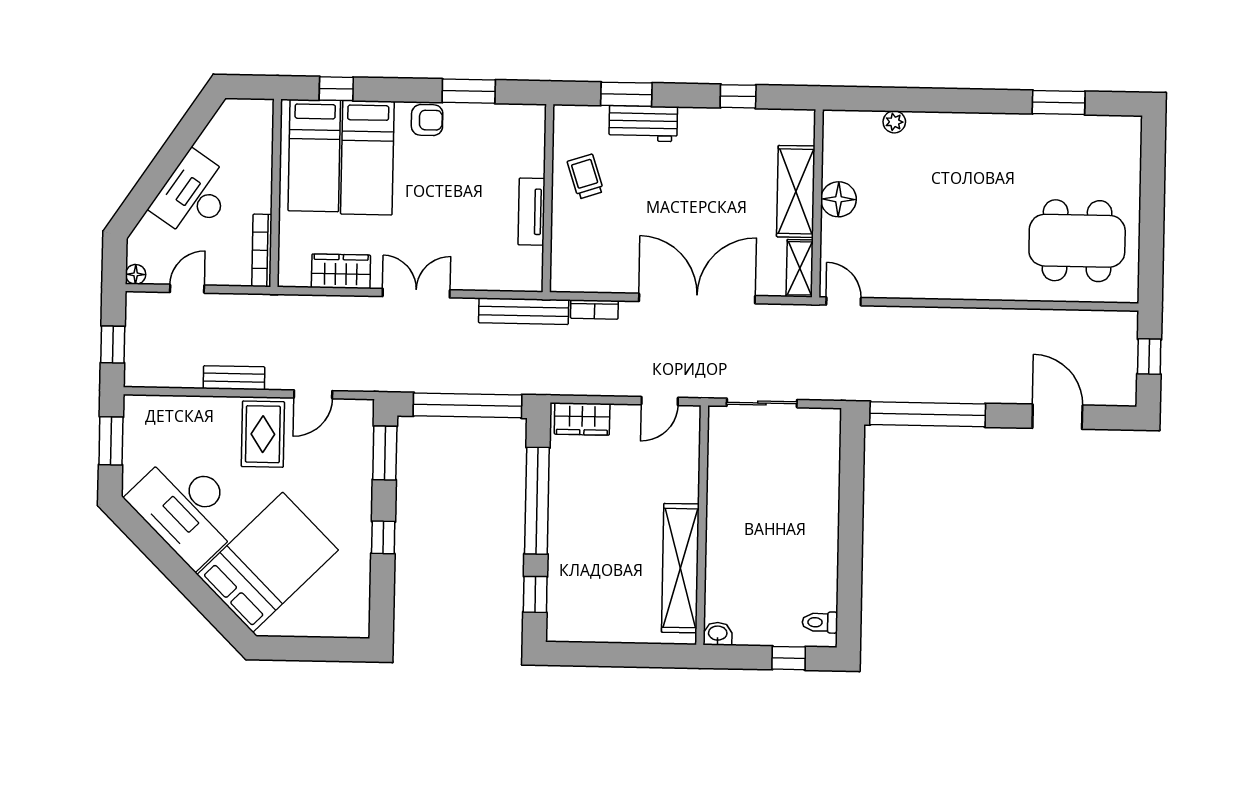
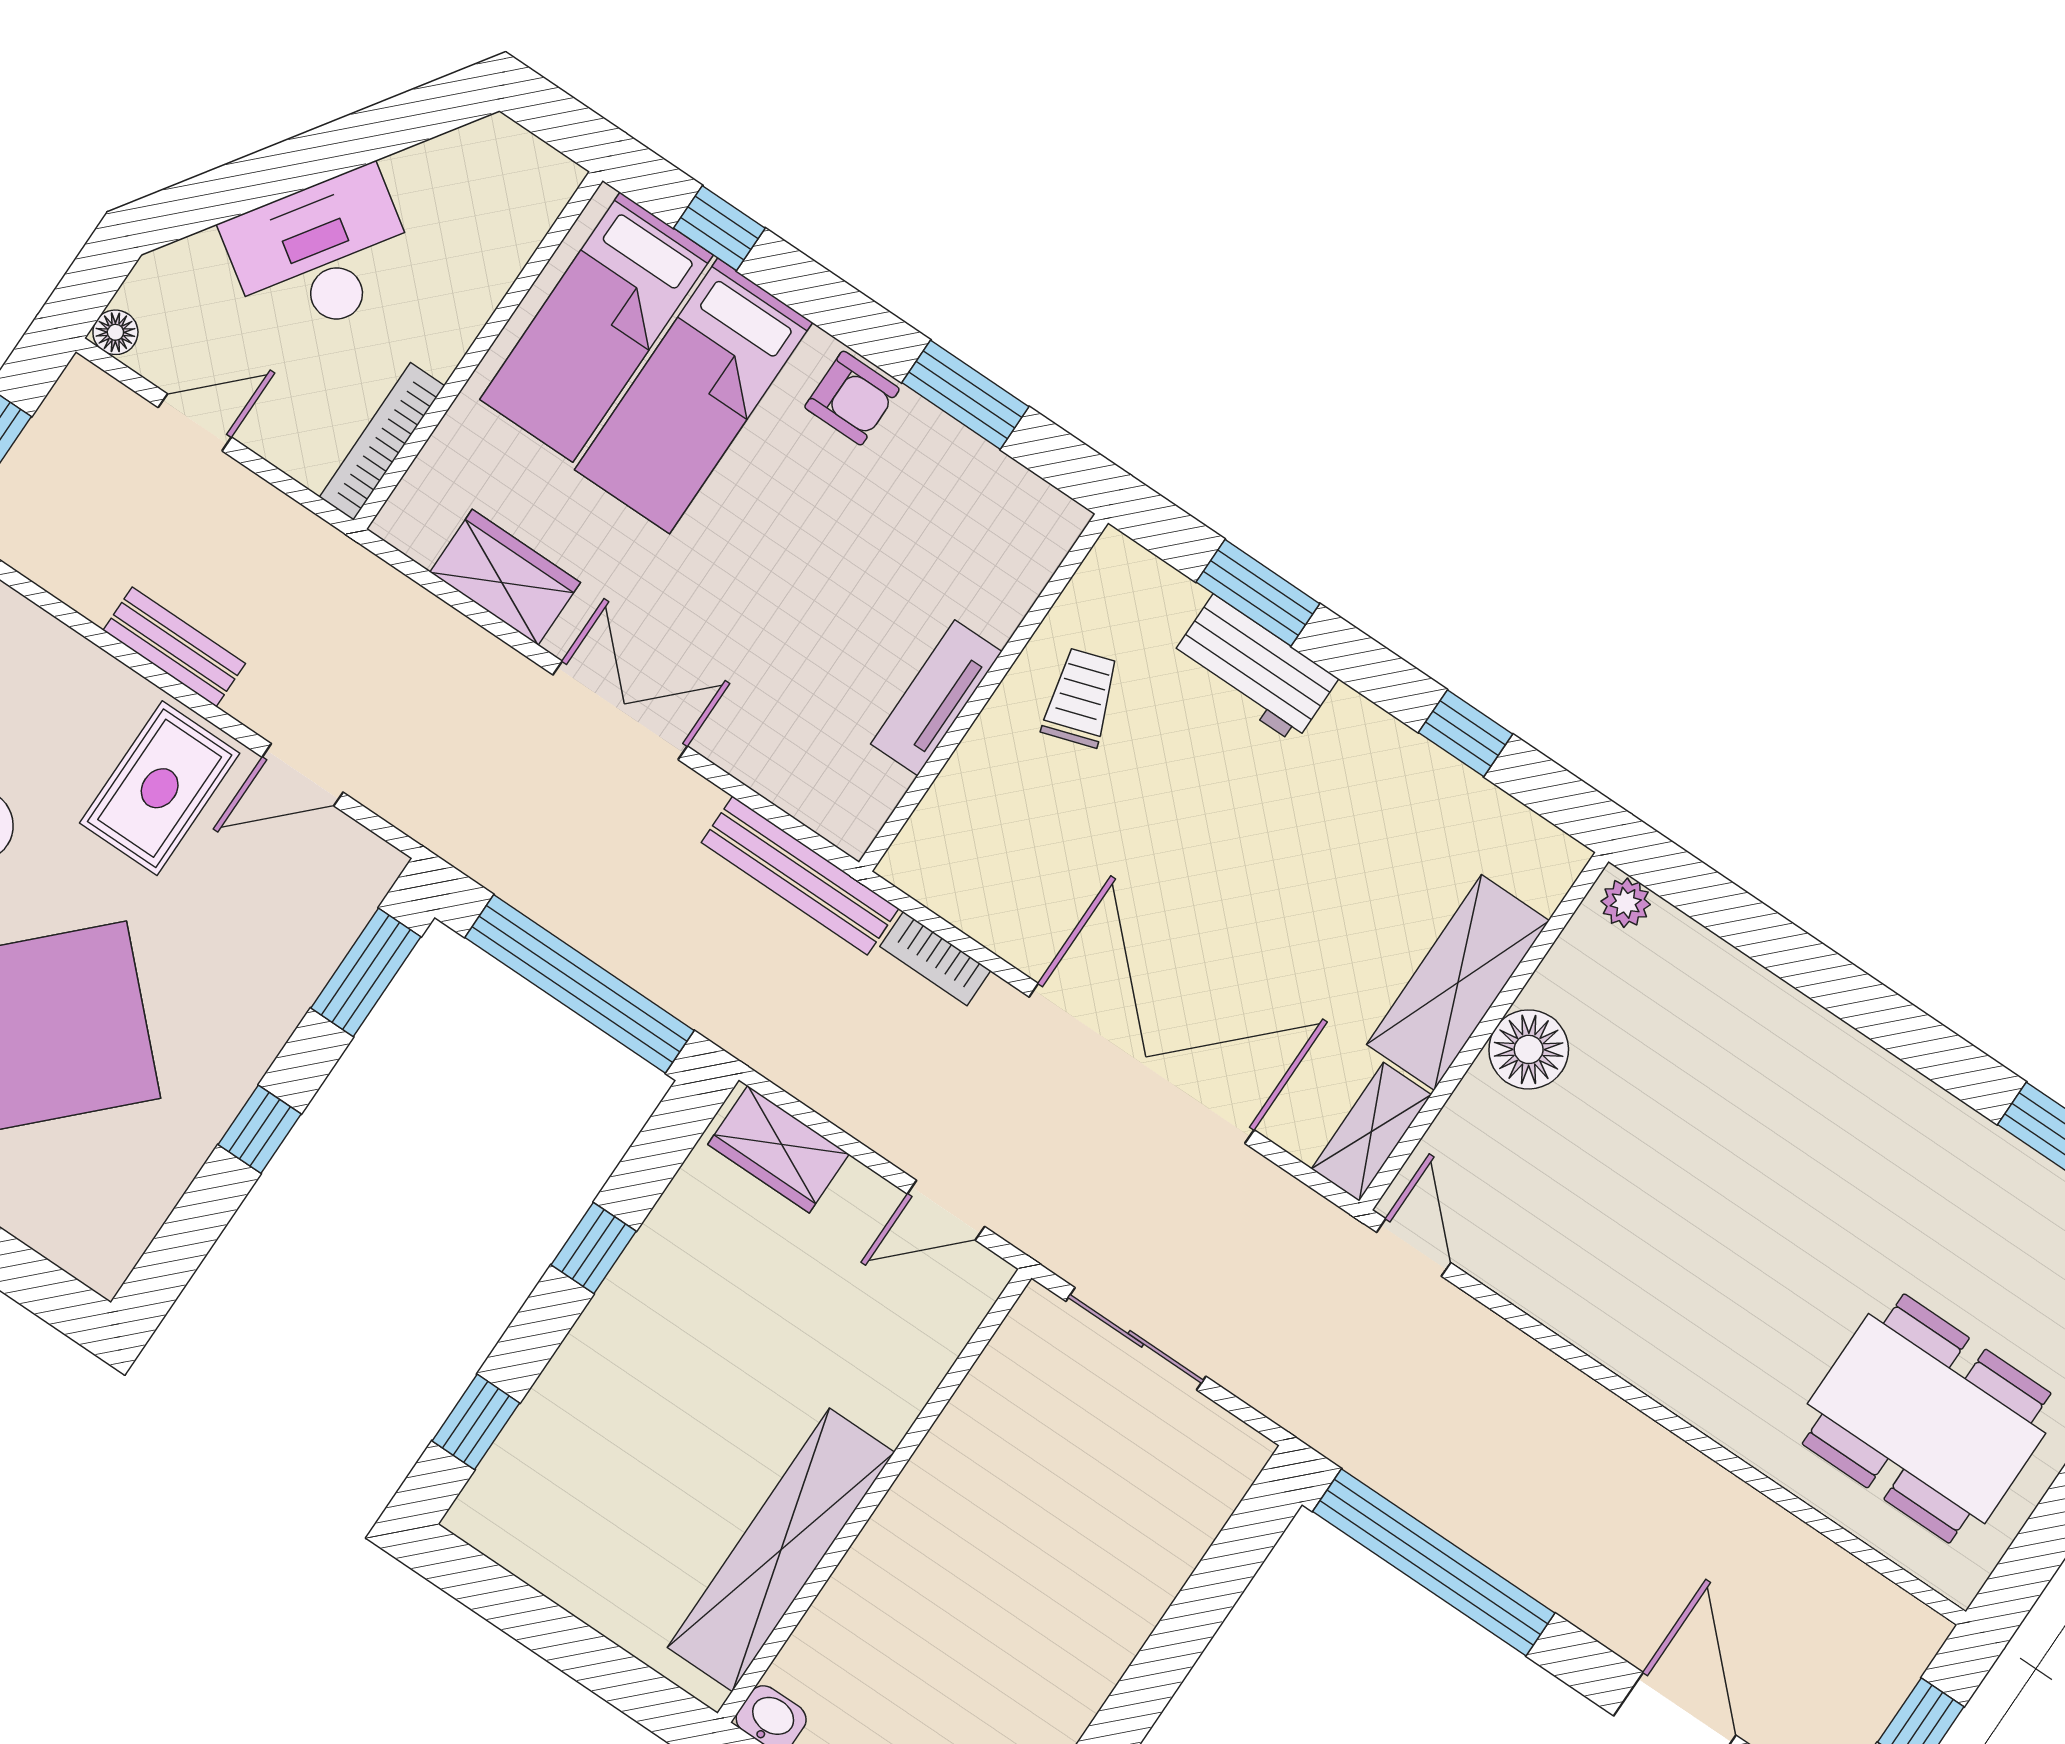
plant: (894, 122) -> (1626, 903), moved
window: (537, 501) -> (594, 1248), width x0.32

